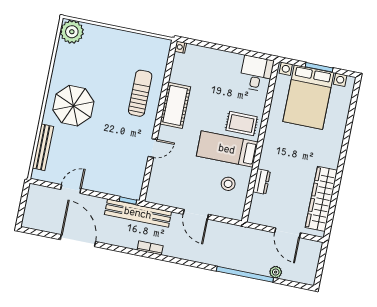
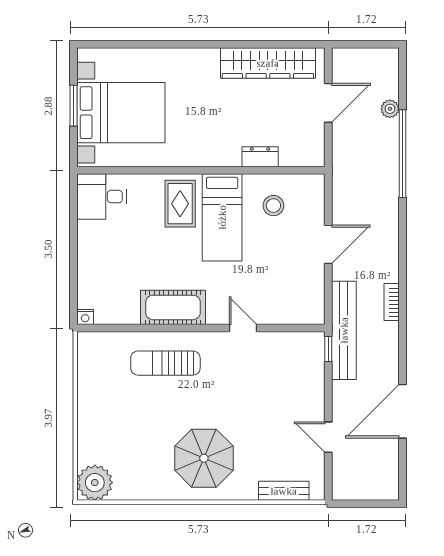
bench: (43, 147) -> (284, 491), width x0.73

